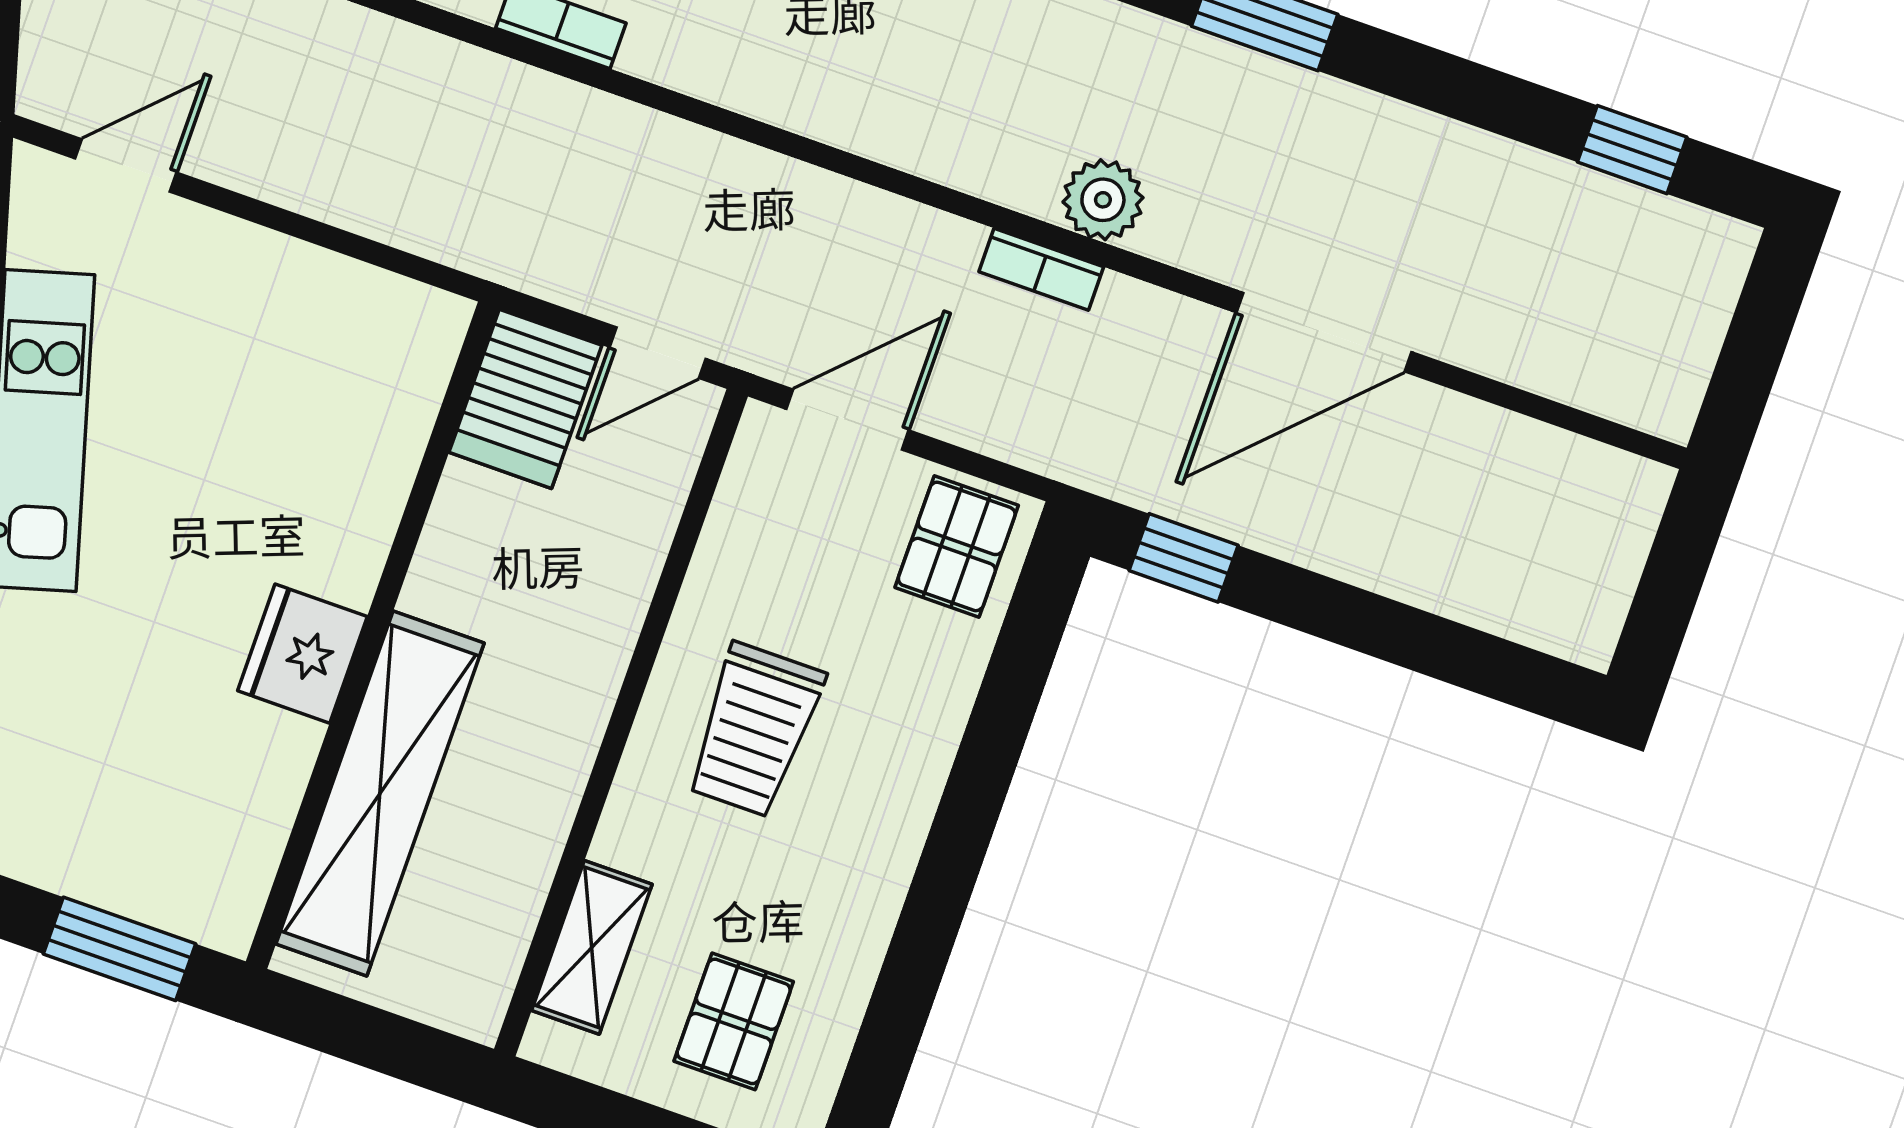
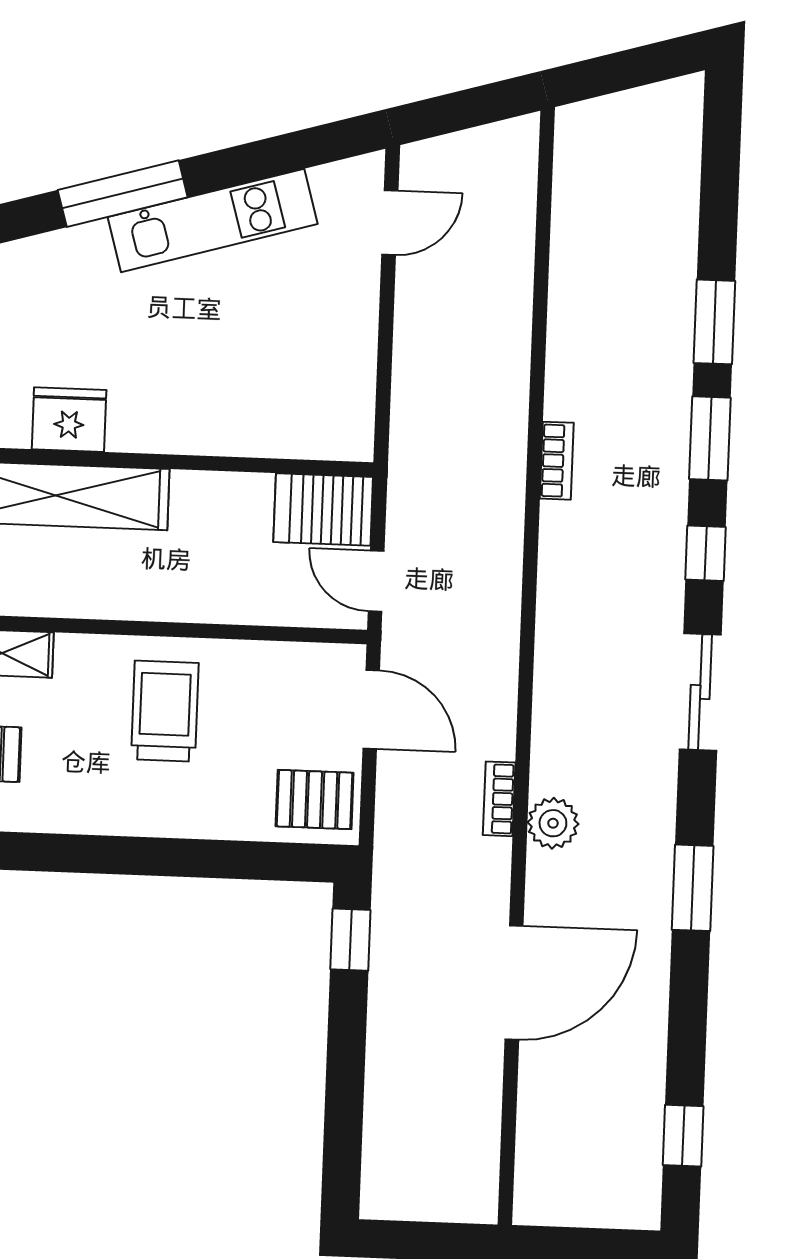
door: (126, 165) -> (390, 222), hinge flipped
door: (1324, 332) -> (514, 982), swing flipped
fridge: (302, 654) -> (69, 420), moved
trolley: (754, 730) -> (165, 711), turned 90

